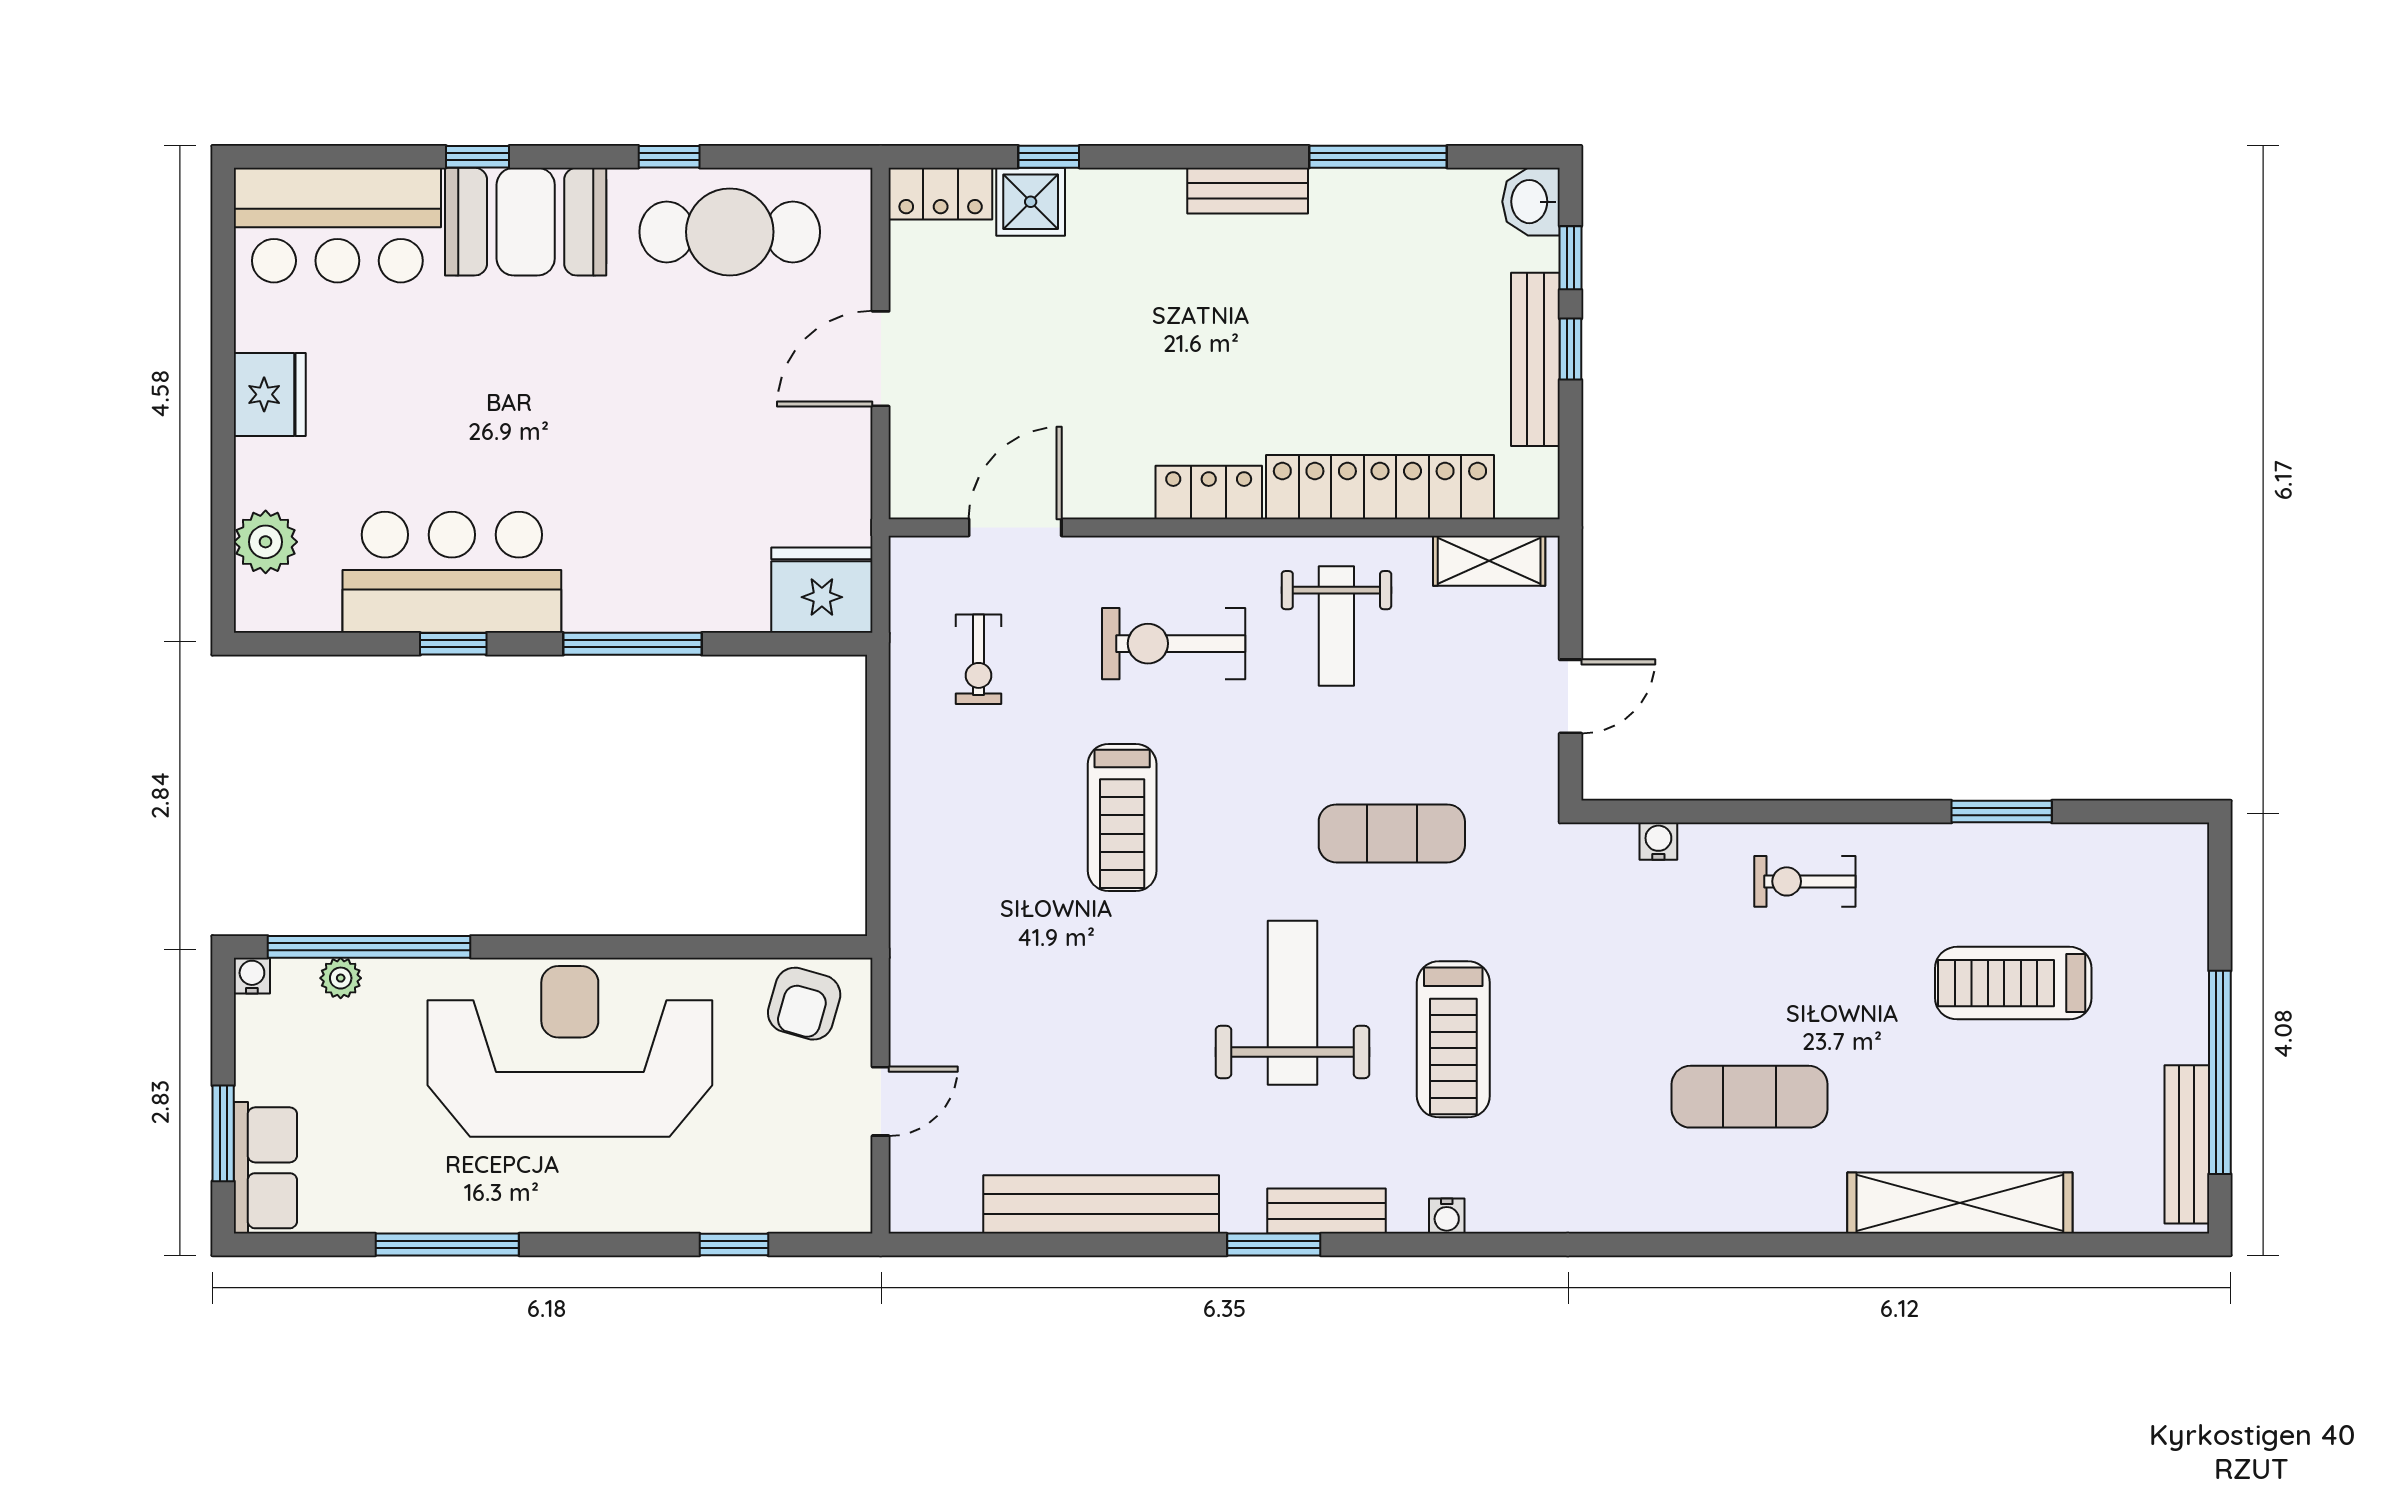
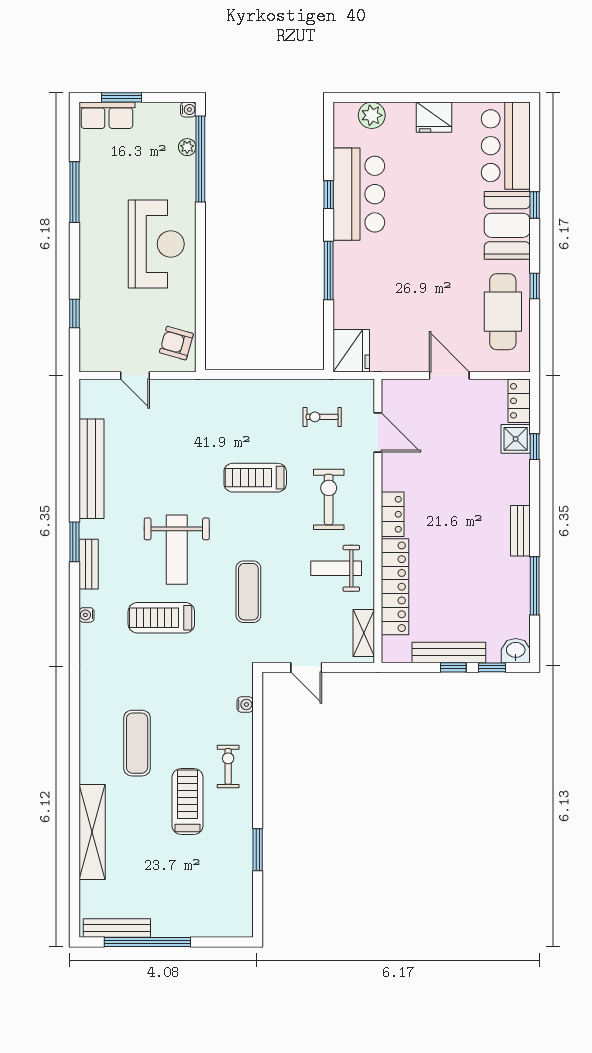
treadmill: (2013, 983) -> (187, 802), moved
weight bench: (1292, 1003) -> (177, 550), turned 90
reception desk: (570, 1051) -> (156, 244), width x0.74, depth x0.77

